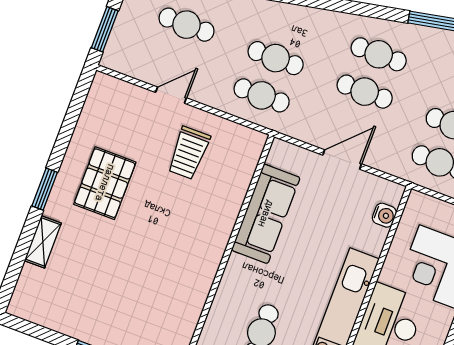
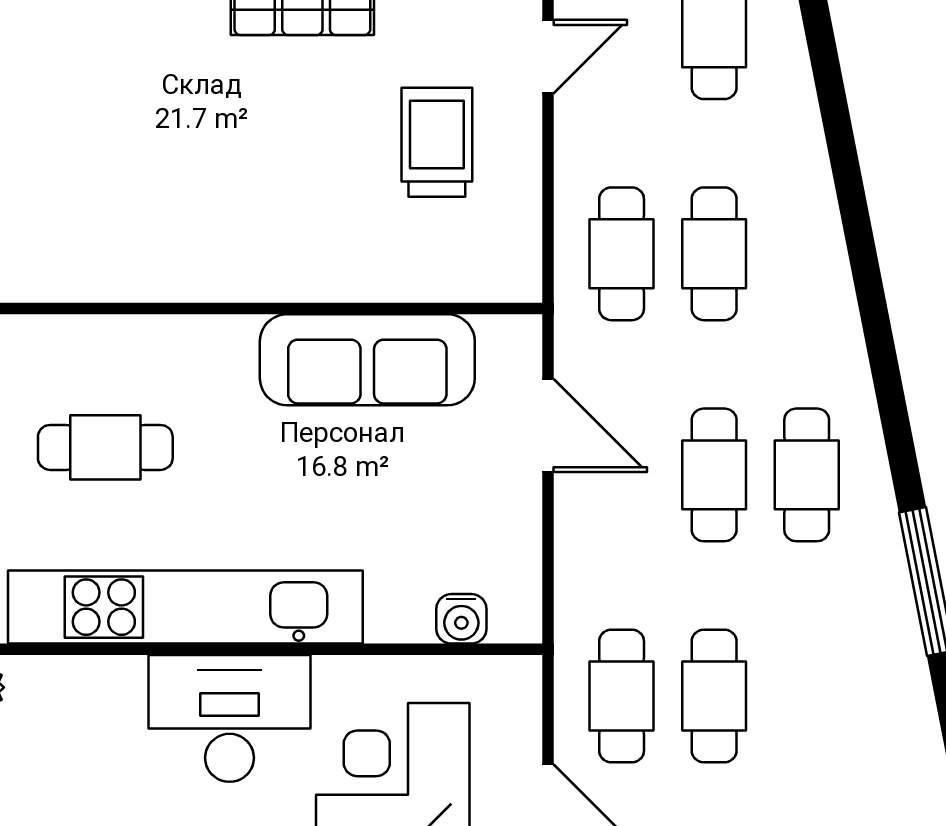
door: (171, 95) -> (548, 57), hinge flipped
trolley: (189, 153) -> (437, 142), turned 90
door: (342, 159) -> (548, 425), moved

